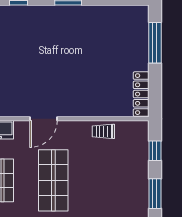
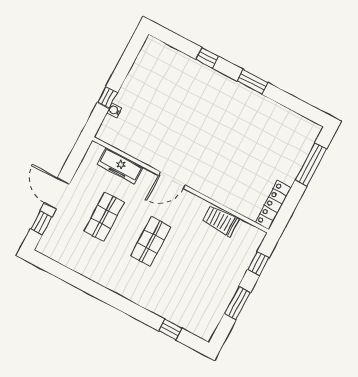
trolley: (103, 131) -> (220, 221), width x1.36, depth x1.39
shop shelf: (53, 180) -> (151, 241), width x0.70, depth x0.74

